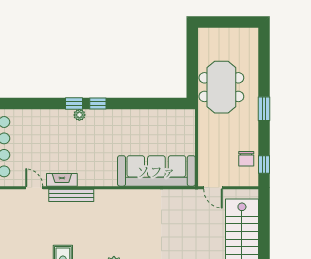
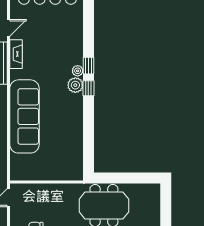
plant: (95, 117) -> (75, 85), added
sofa: (156, 171) -> (24, 116), moved

